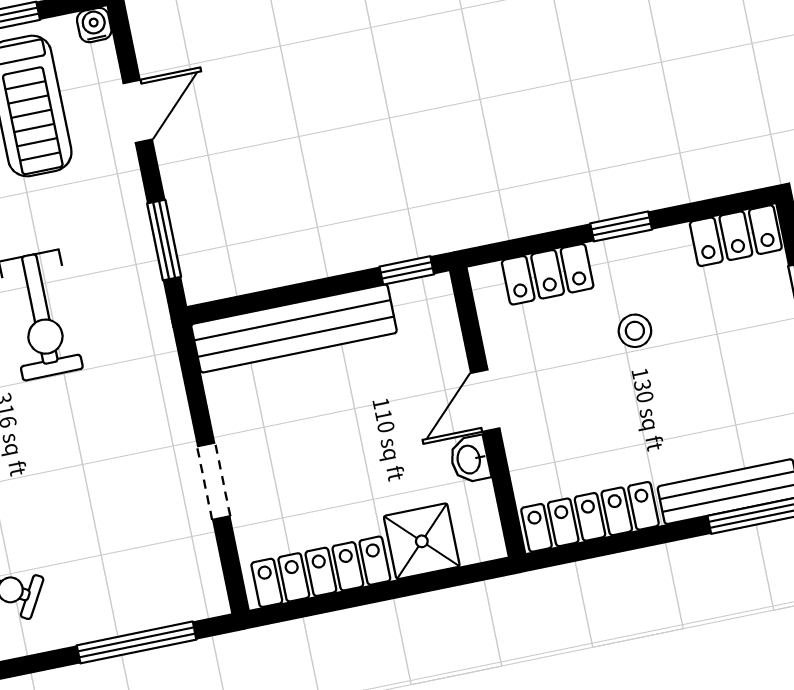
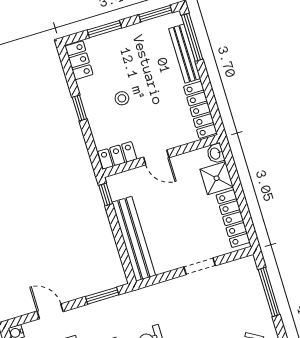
locker: (548, 274) -> (117, 155), moved, turned -90
washbasin: (470, 459) -> (216, 153), moved, turned 90

